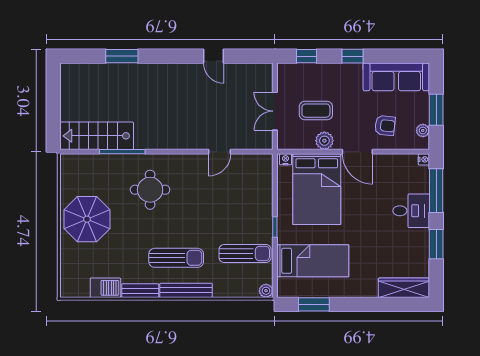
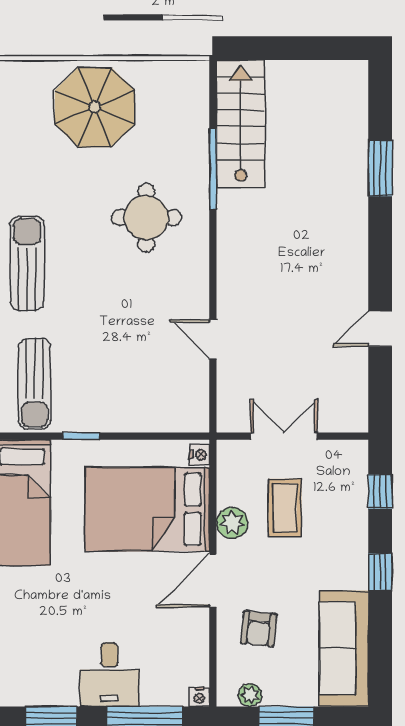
sun lounger: (176, 258) -> (27, 263), turned 180

